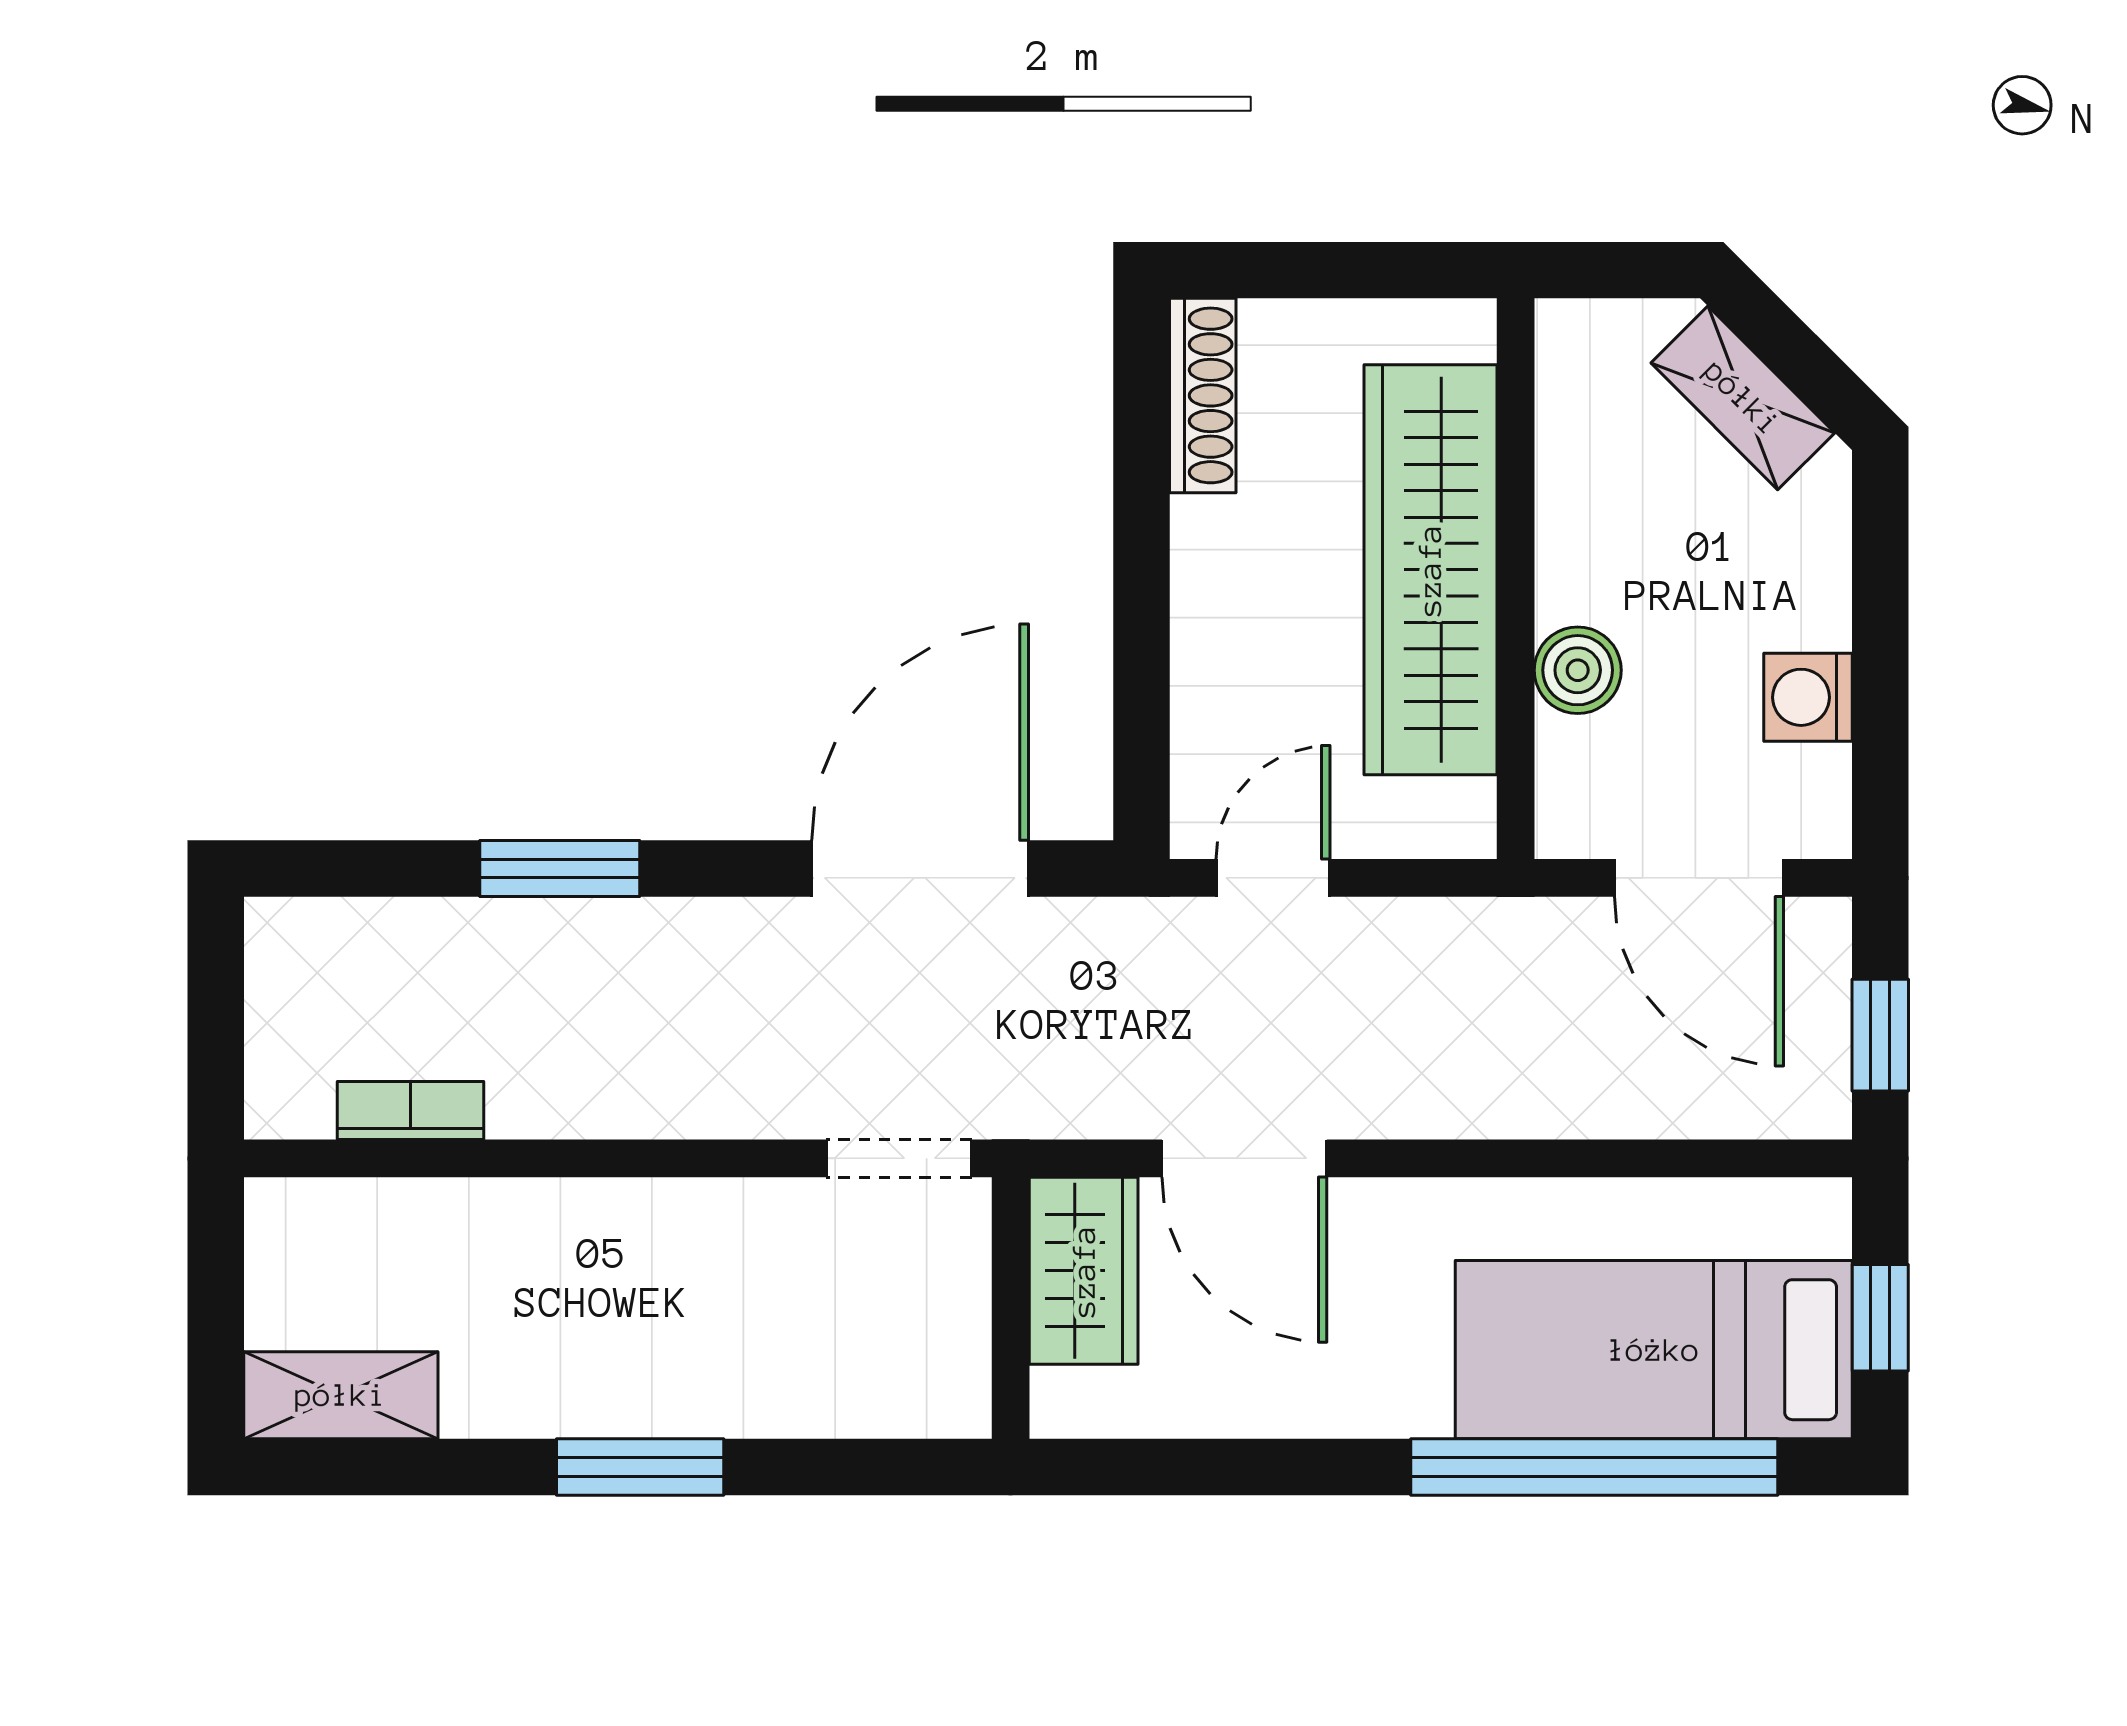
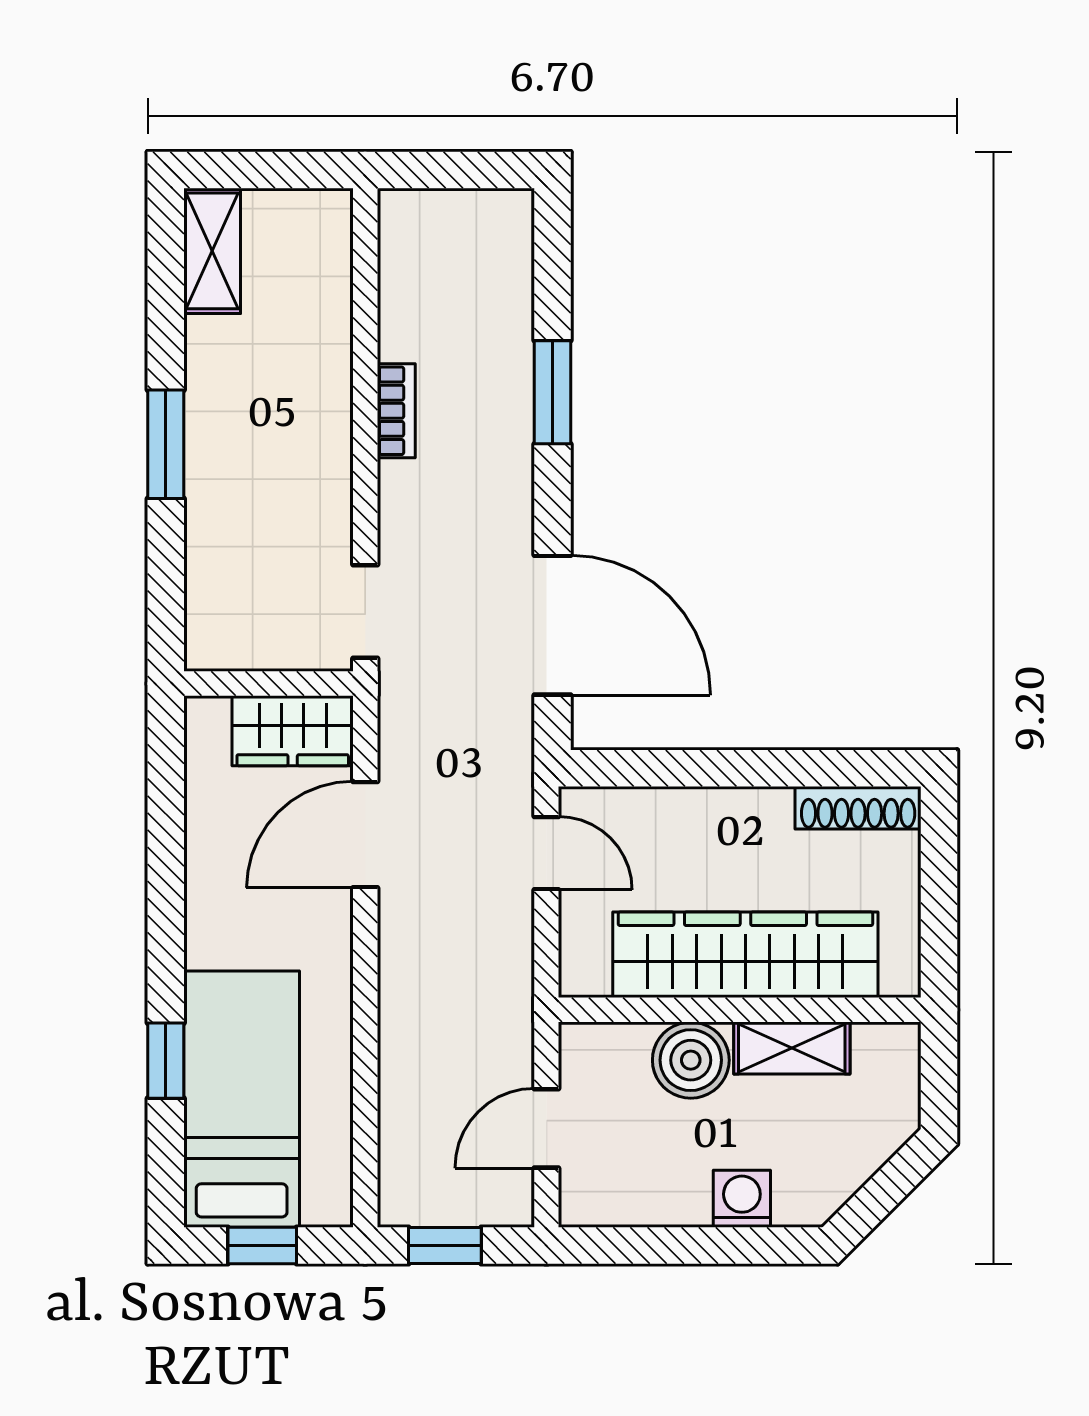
shelving: (1743, 398) -> (792, 1048), moved, turned 45
boiler: (1578, 670) -> (691, 1060), width x1.36, depth x1.36
washing machine: (1808, 697) -> (742, 1199), moved
door: (1699, 878) -> (546, 1128), width x0.73
bookcase: (410, 1111) -> (396, 411), moved
window: (1594, 1467) -> (166, 1061), width x0.32

